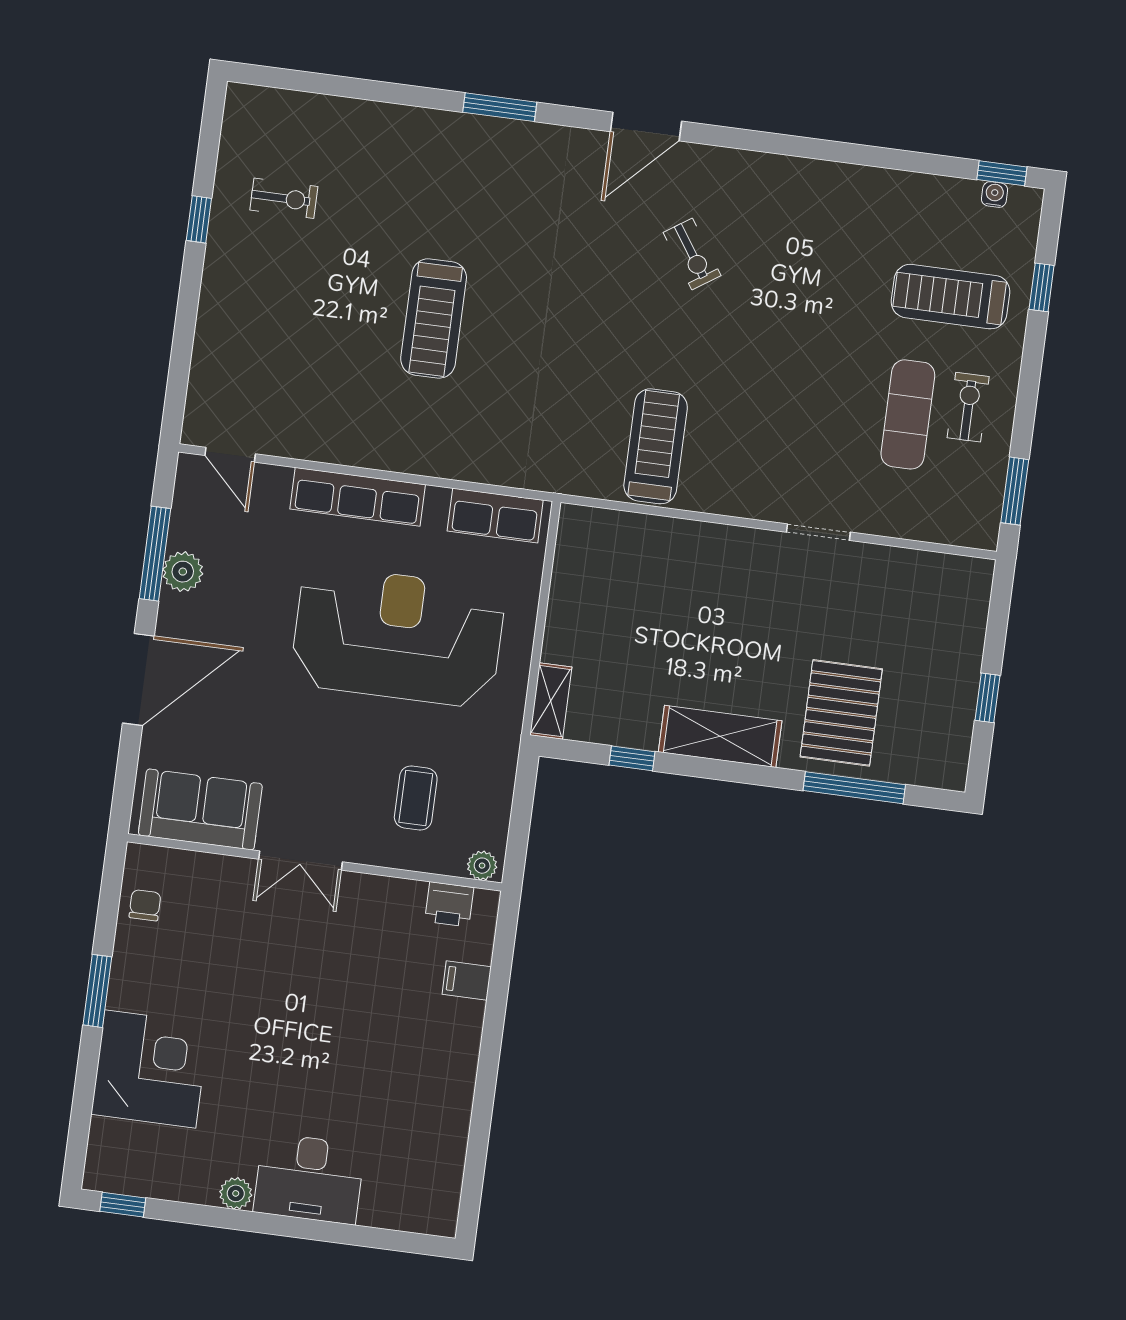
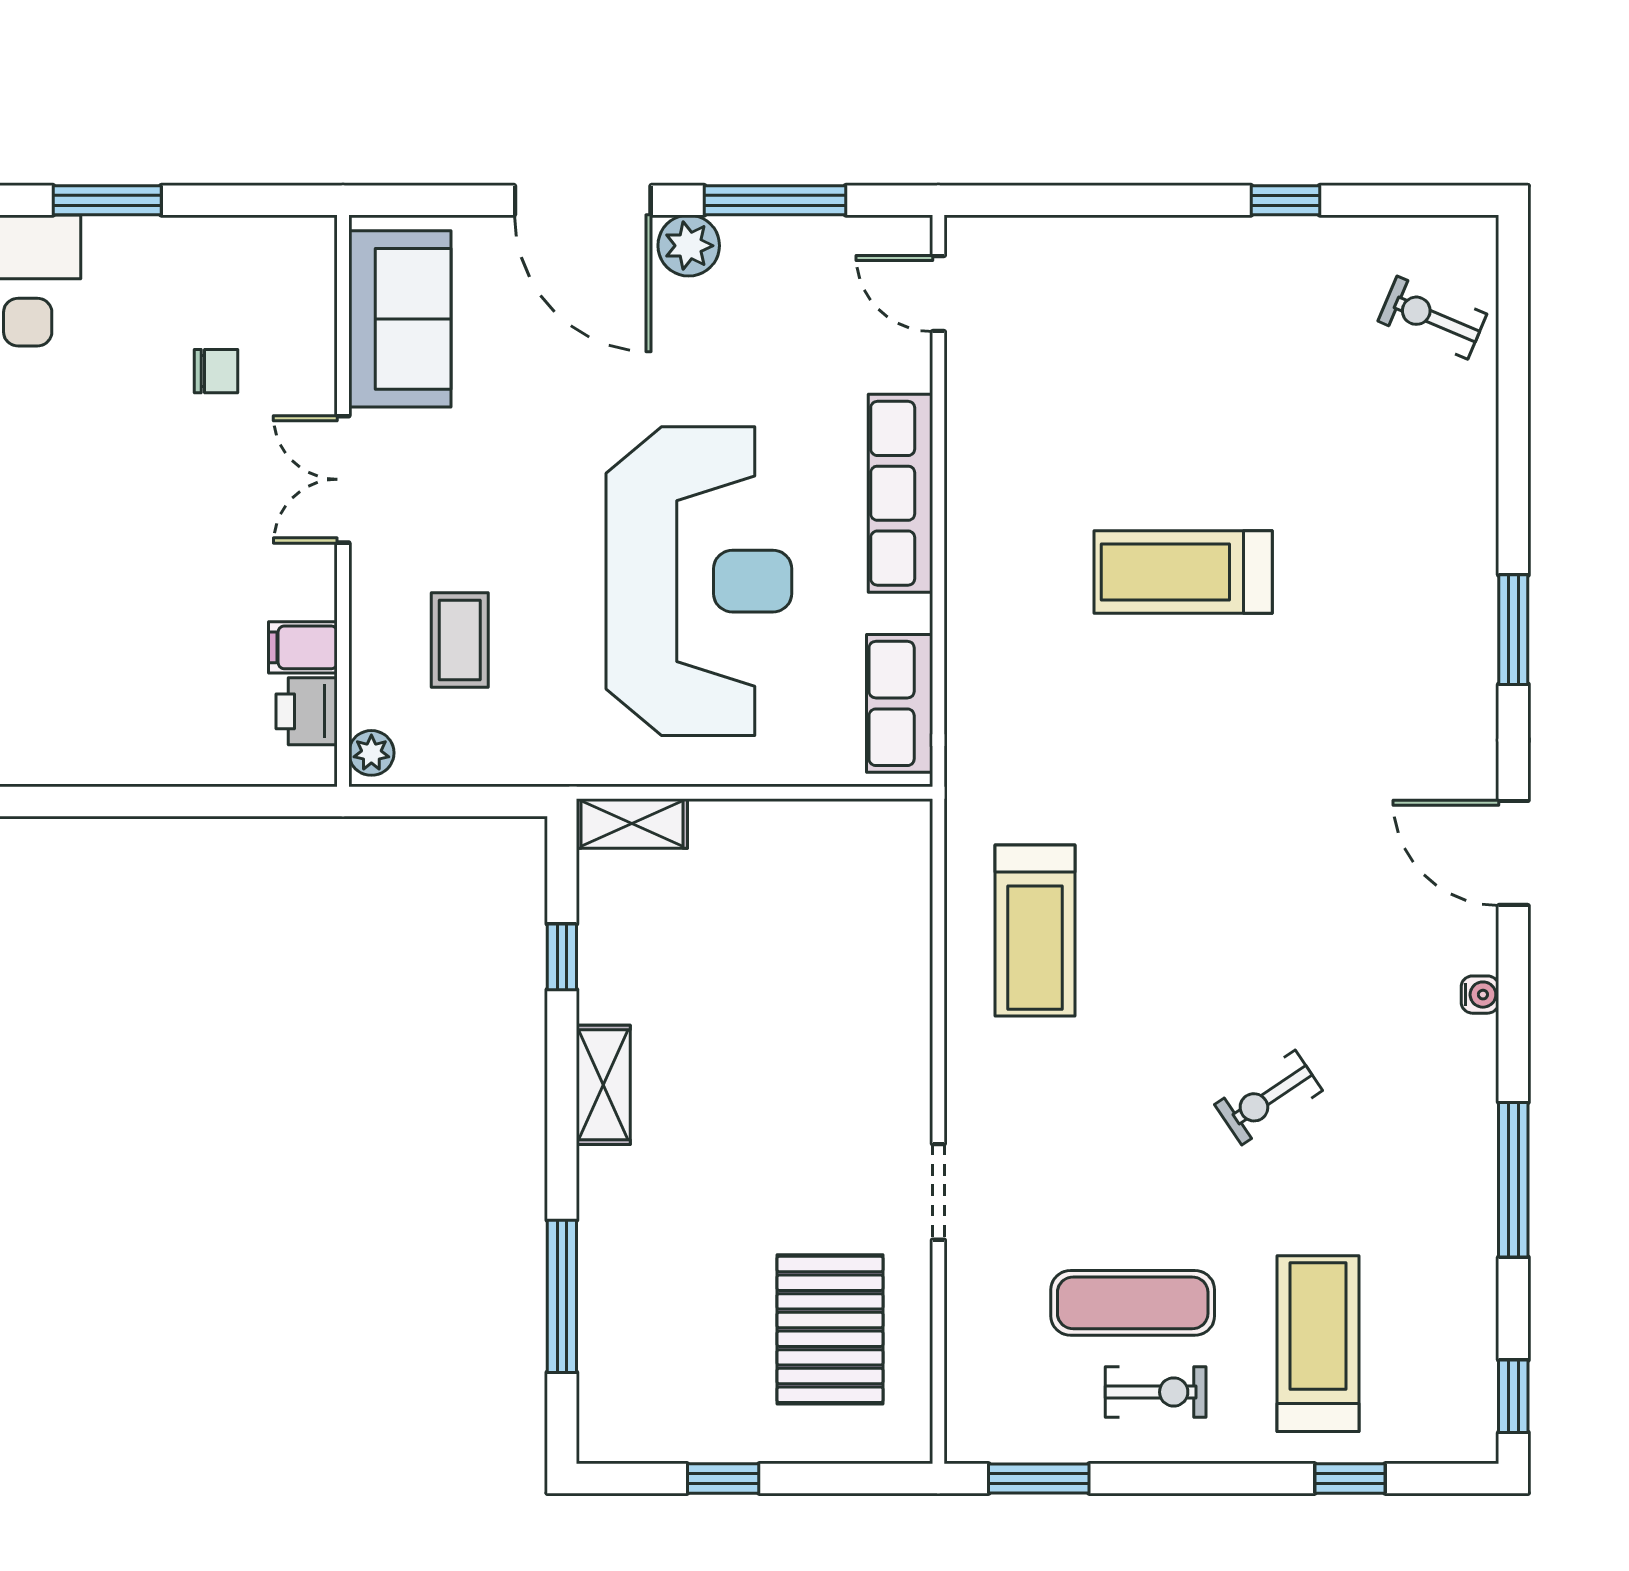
window: (860, 155) -> (1513, 1180), added
water cooler: (995, 195) -> (1480, 995), moved
exercise bike: (284, 198) -> (1432, 318), moved, turned 113
exercise bike: (692, 254) -> (1268, 1098), moved
treadmill: (656, 446) -> (1035, 931), turned 90
door: (230, 455) -> (938, 293), hinge flipped
plant: (183, 572) -> (689, 246), moved
pallet: (841, 713) -> (830, 1329), moved, turned 90
shelving: (720, 736) -> (603, 1085), width x0.67, depth x0.75
coffee table: (416, 798) -> (460, 640), turned 90
chair: (145, 905) -> (216, 371), moved
filing cabinet: (467, 980) -> (303, 647), moved, turned -90

